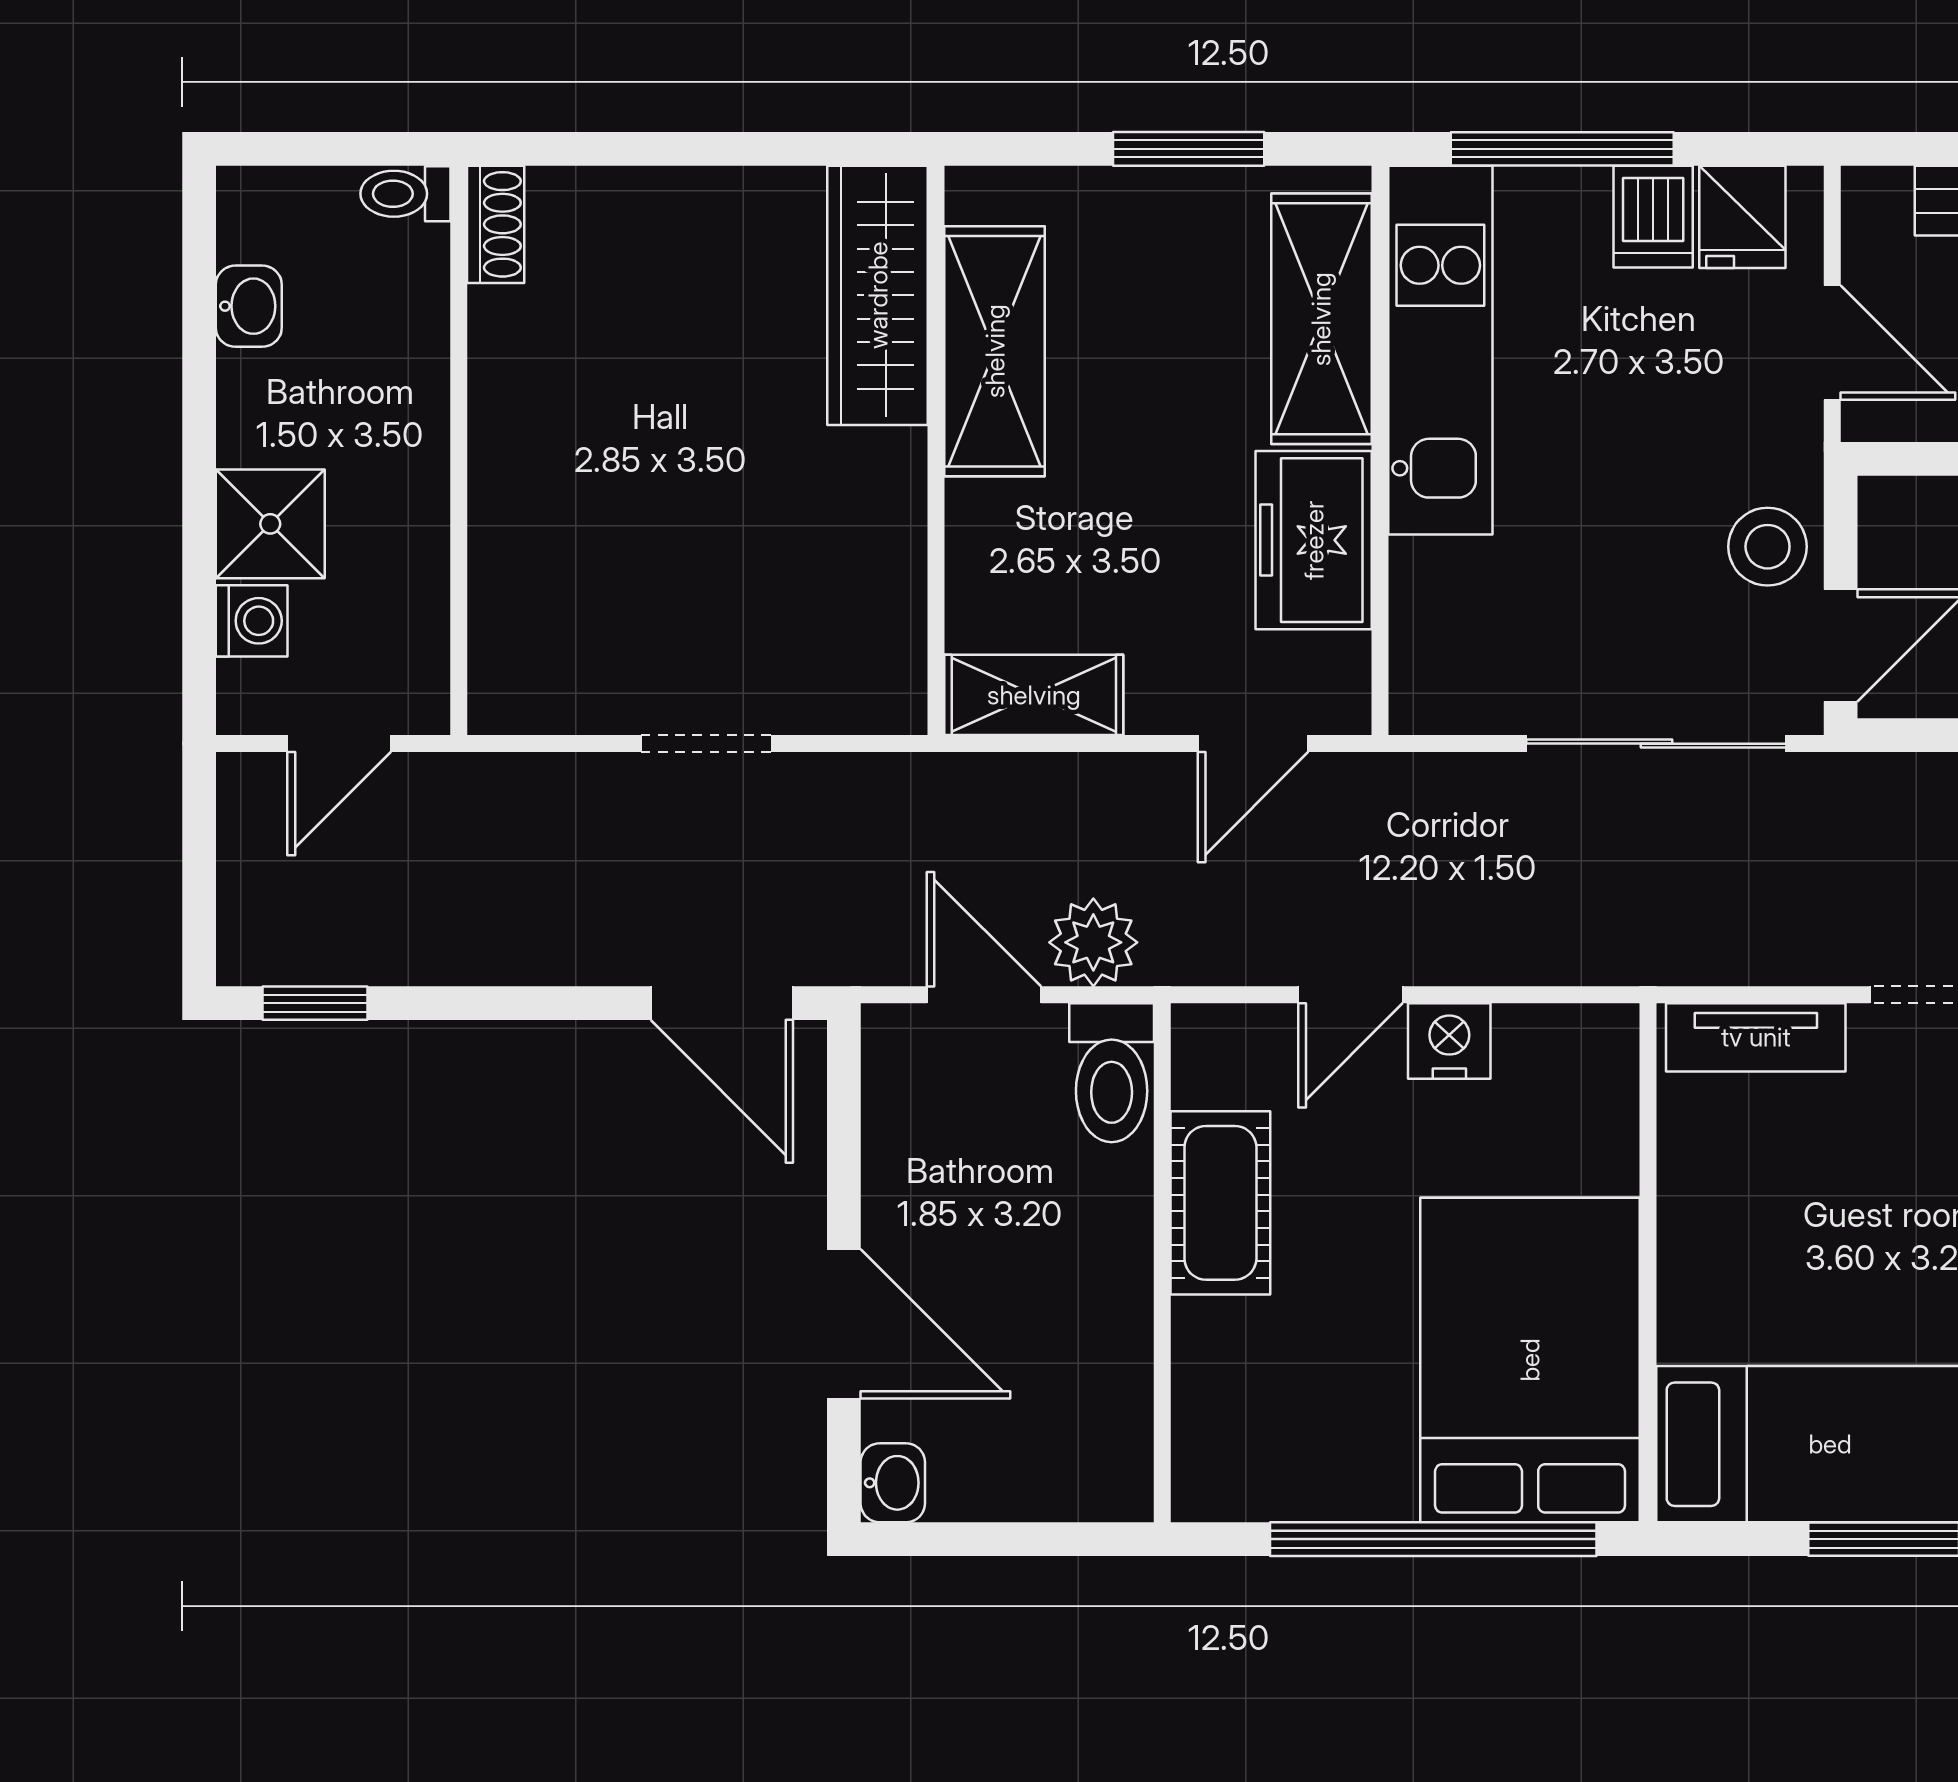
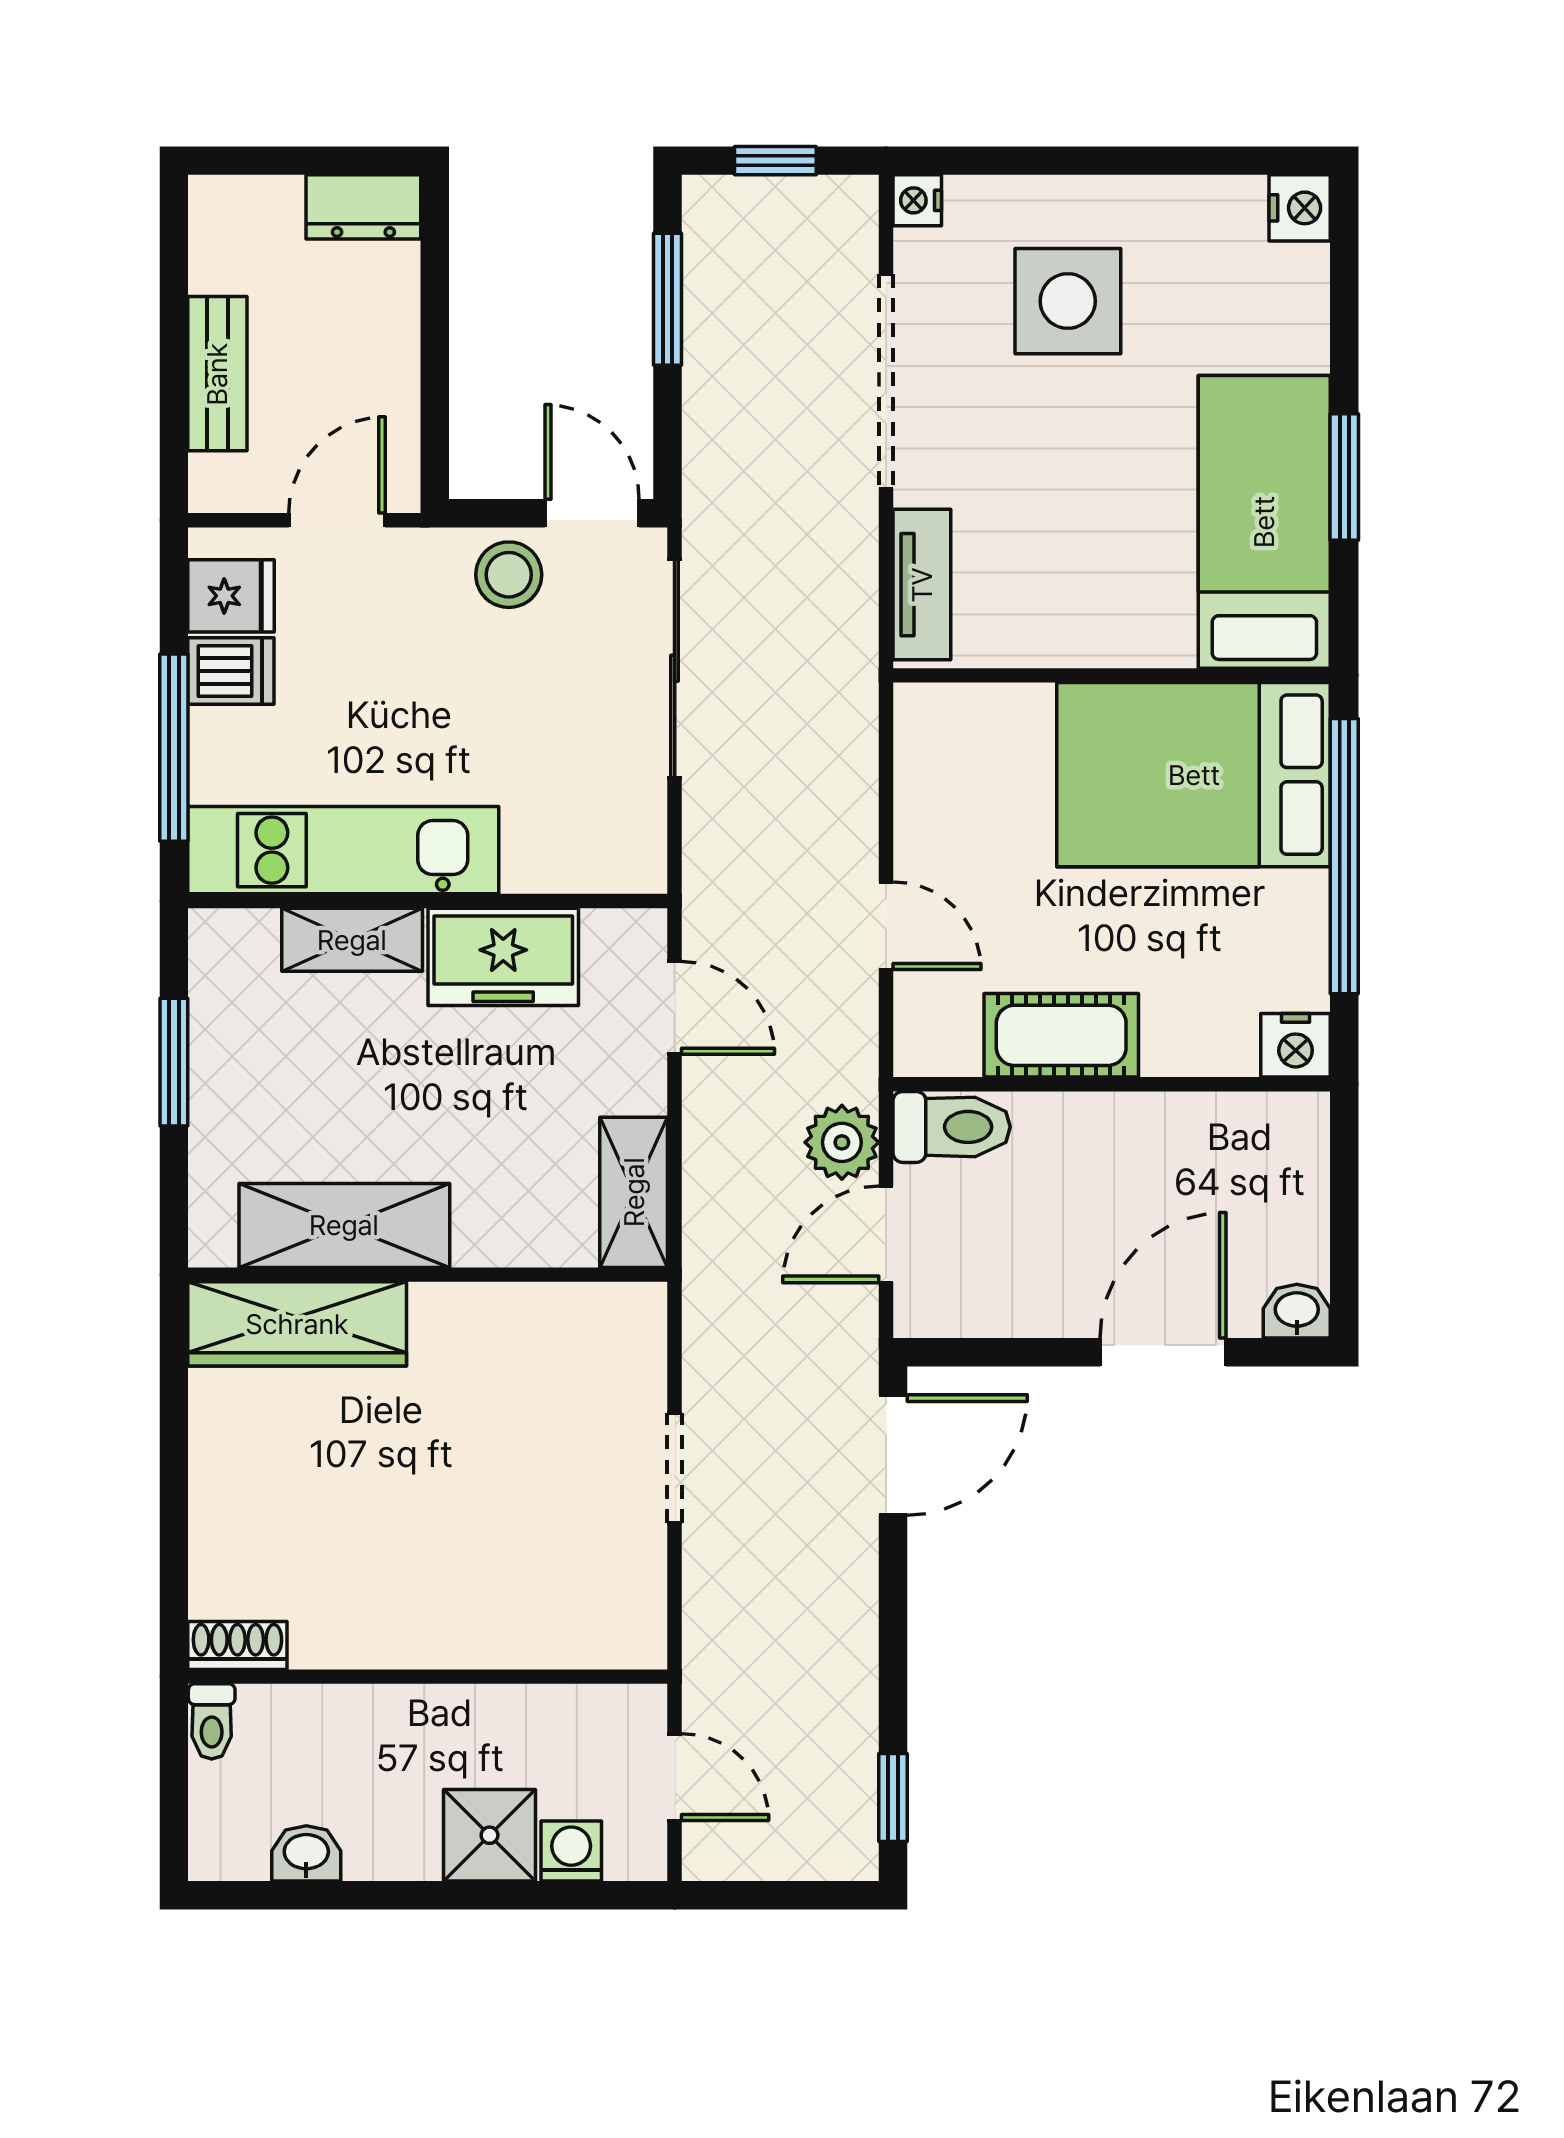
shelving: (1321, 319) -> (352, 940), width x0.67, depth x0.75
nightstand: (1449, 1041) -> (1296, 1045), moved, turned -90

